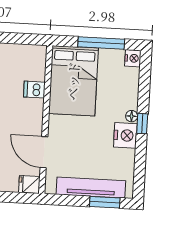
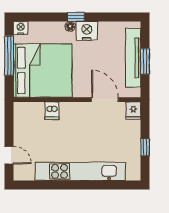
bed: (73, 81) -> (43, 71), width x1.36
door: (44, 152) -> (105, 100), swing flipped
window: (105, 202) -> (145, 61), moved

